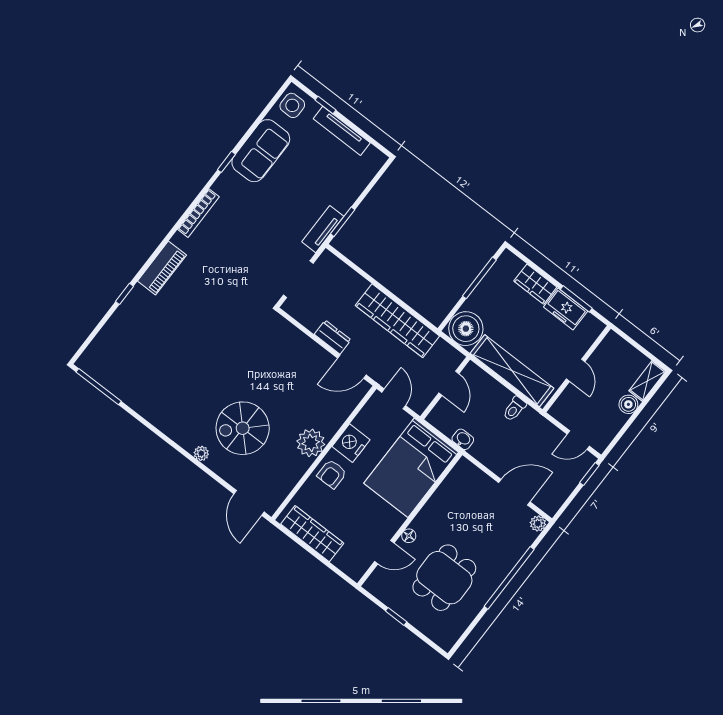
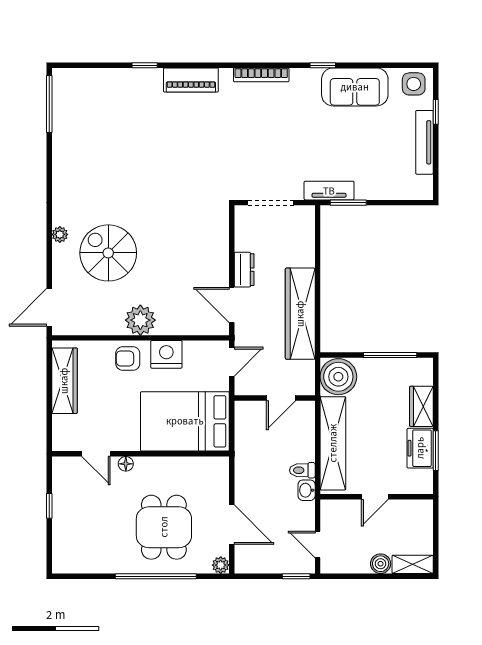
washbasin: (463, 439) -> (307, 490), moved, turned 180
dining table: (444, 578) -> (164, 527), moved, turned 90

